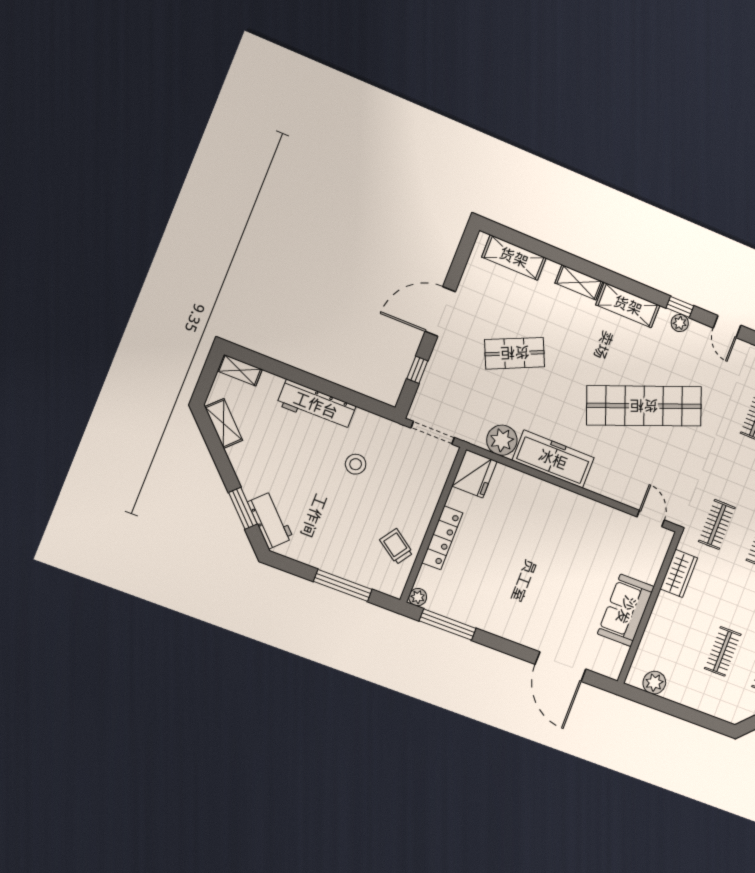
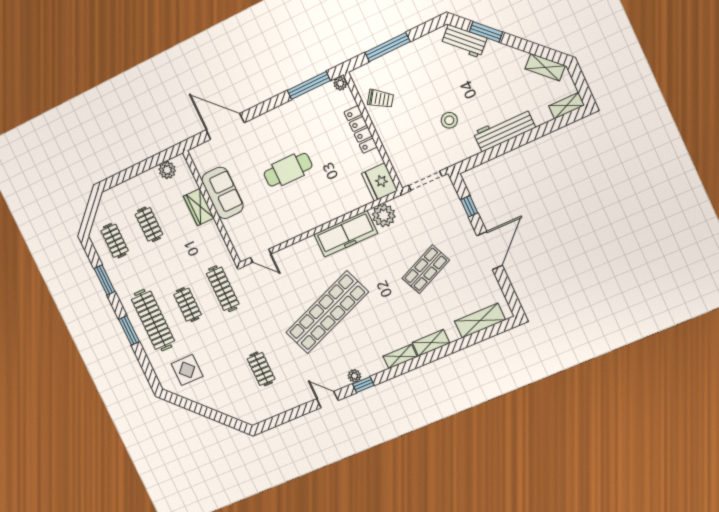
shelving: (628, 305) -> (400, 356), width x0.67, depth x0.75
clothes rail: (717, 524) -> (223, 289), width x1.36
cafe table: (545, 570) -> (288, 170), added
wardrobe: (679, 573) -> (199, 207), moved

